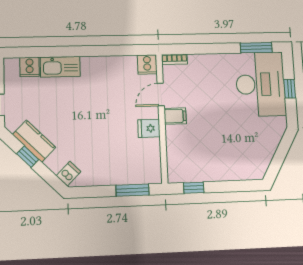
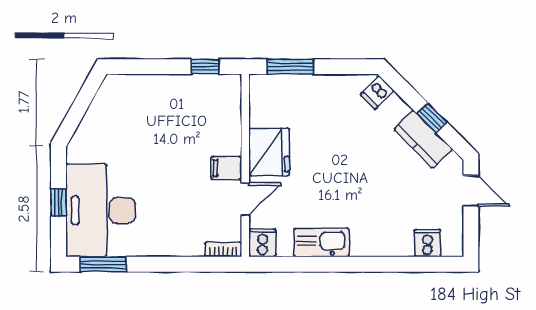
kitchen sink: (60, 67) -> (322, 242), moved
fridge: (149, 128) -> (269, 152), width x1.88, depth x1.34

